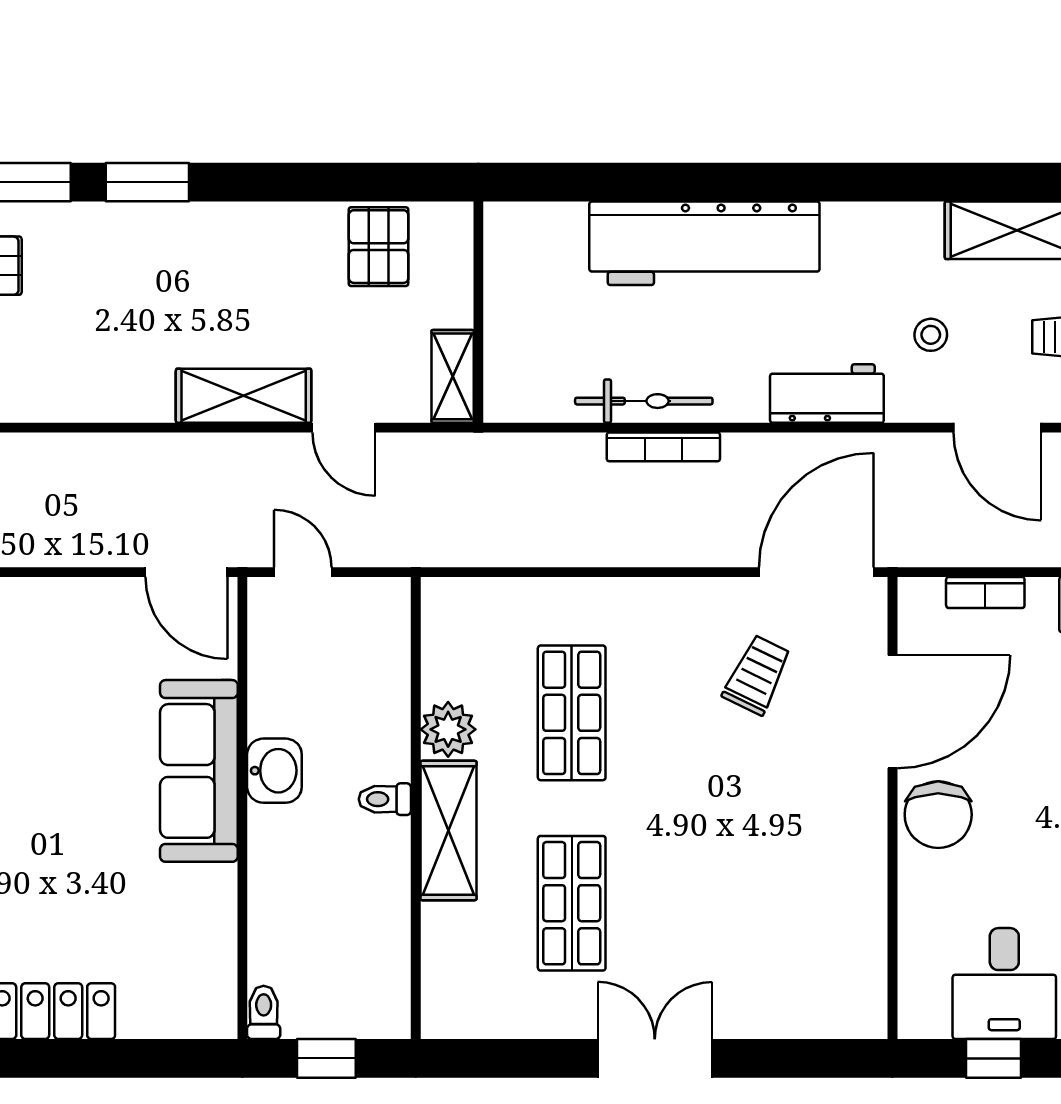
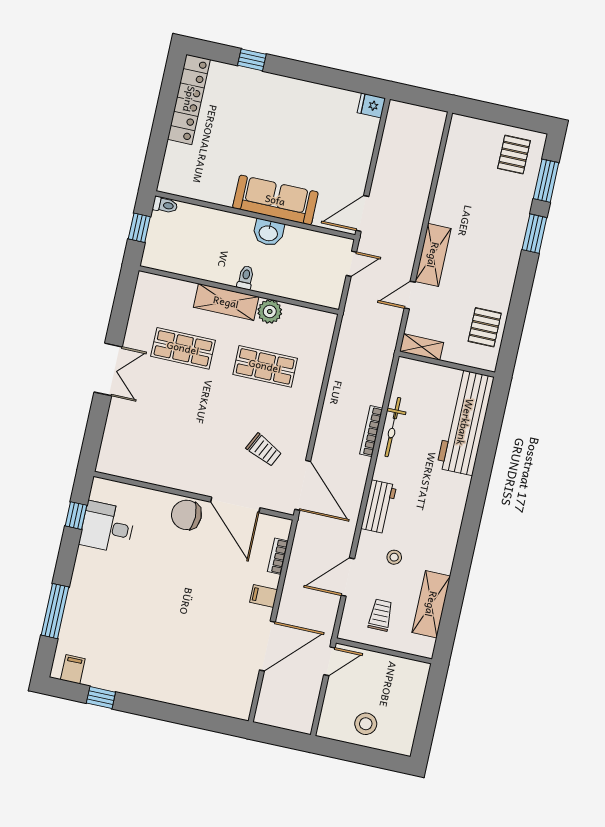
workbench: (704, 243) -> (465, 422), moved
pallet: (379, 247) -> (485, 327), turned 90

